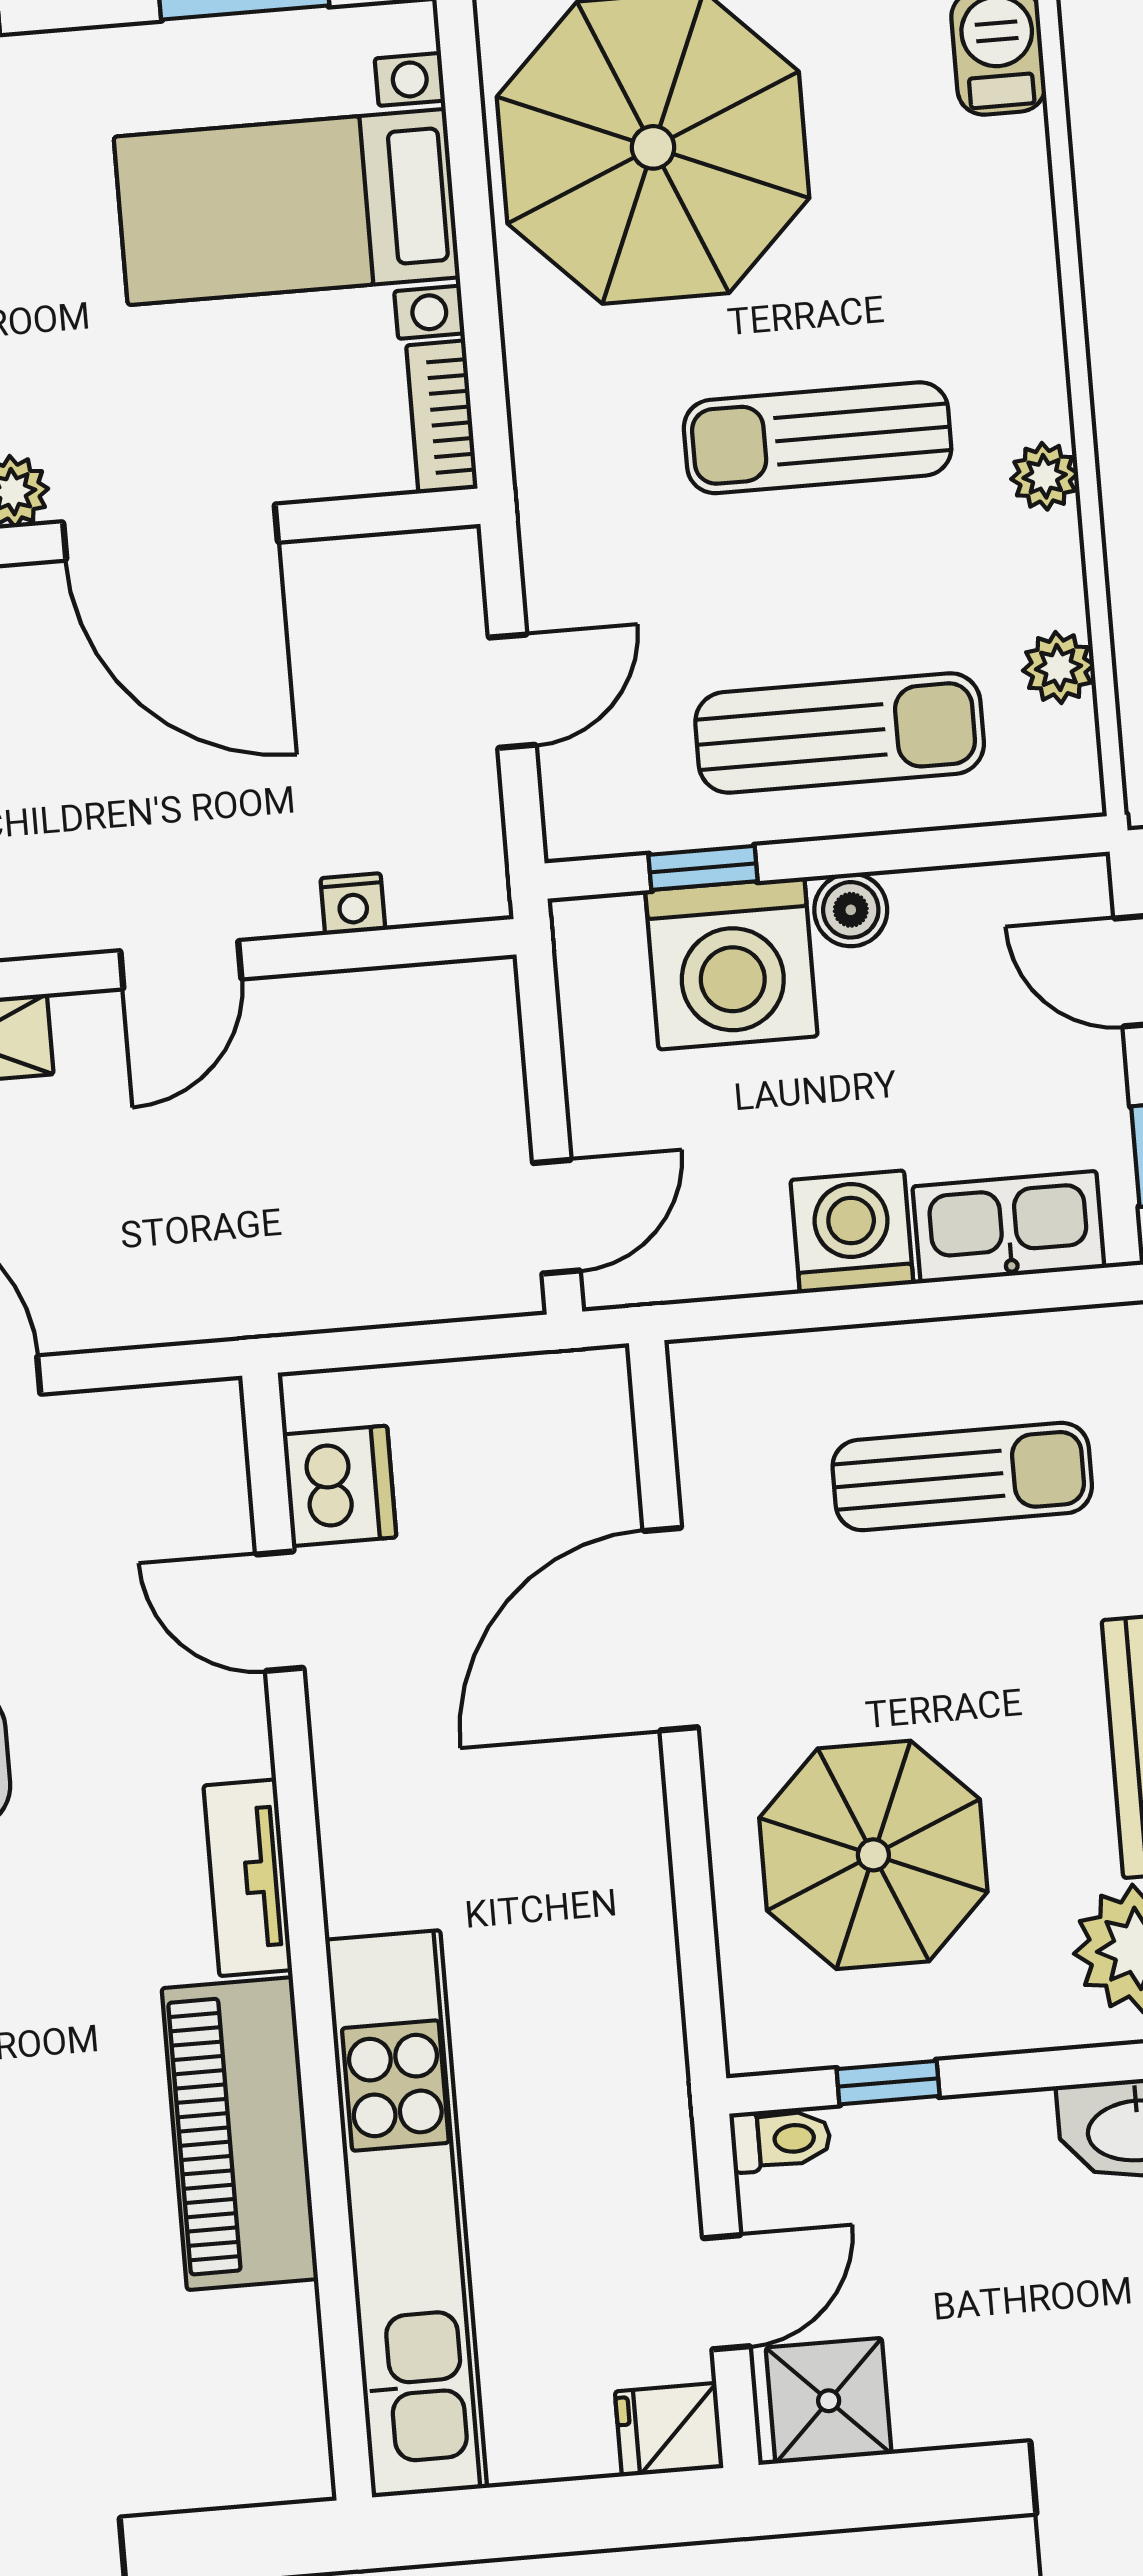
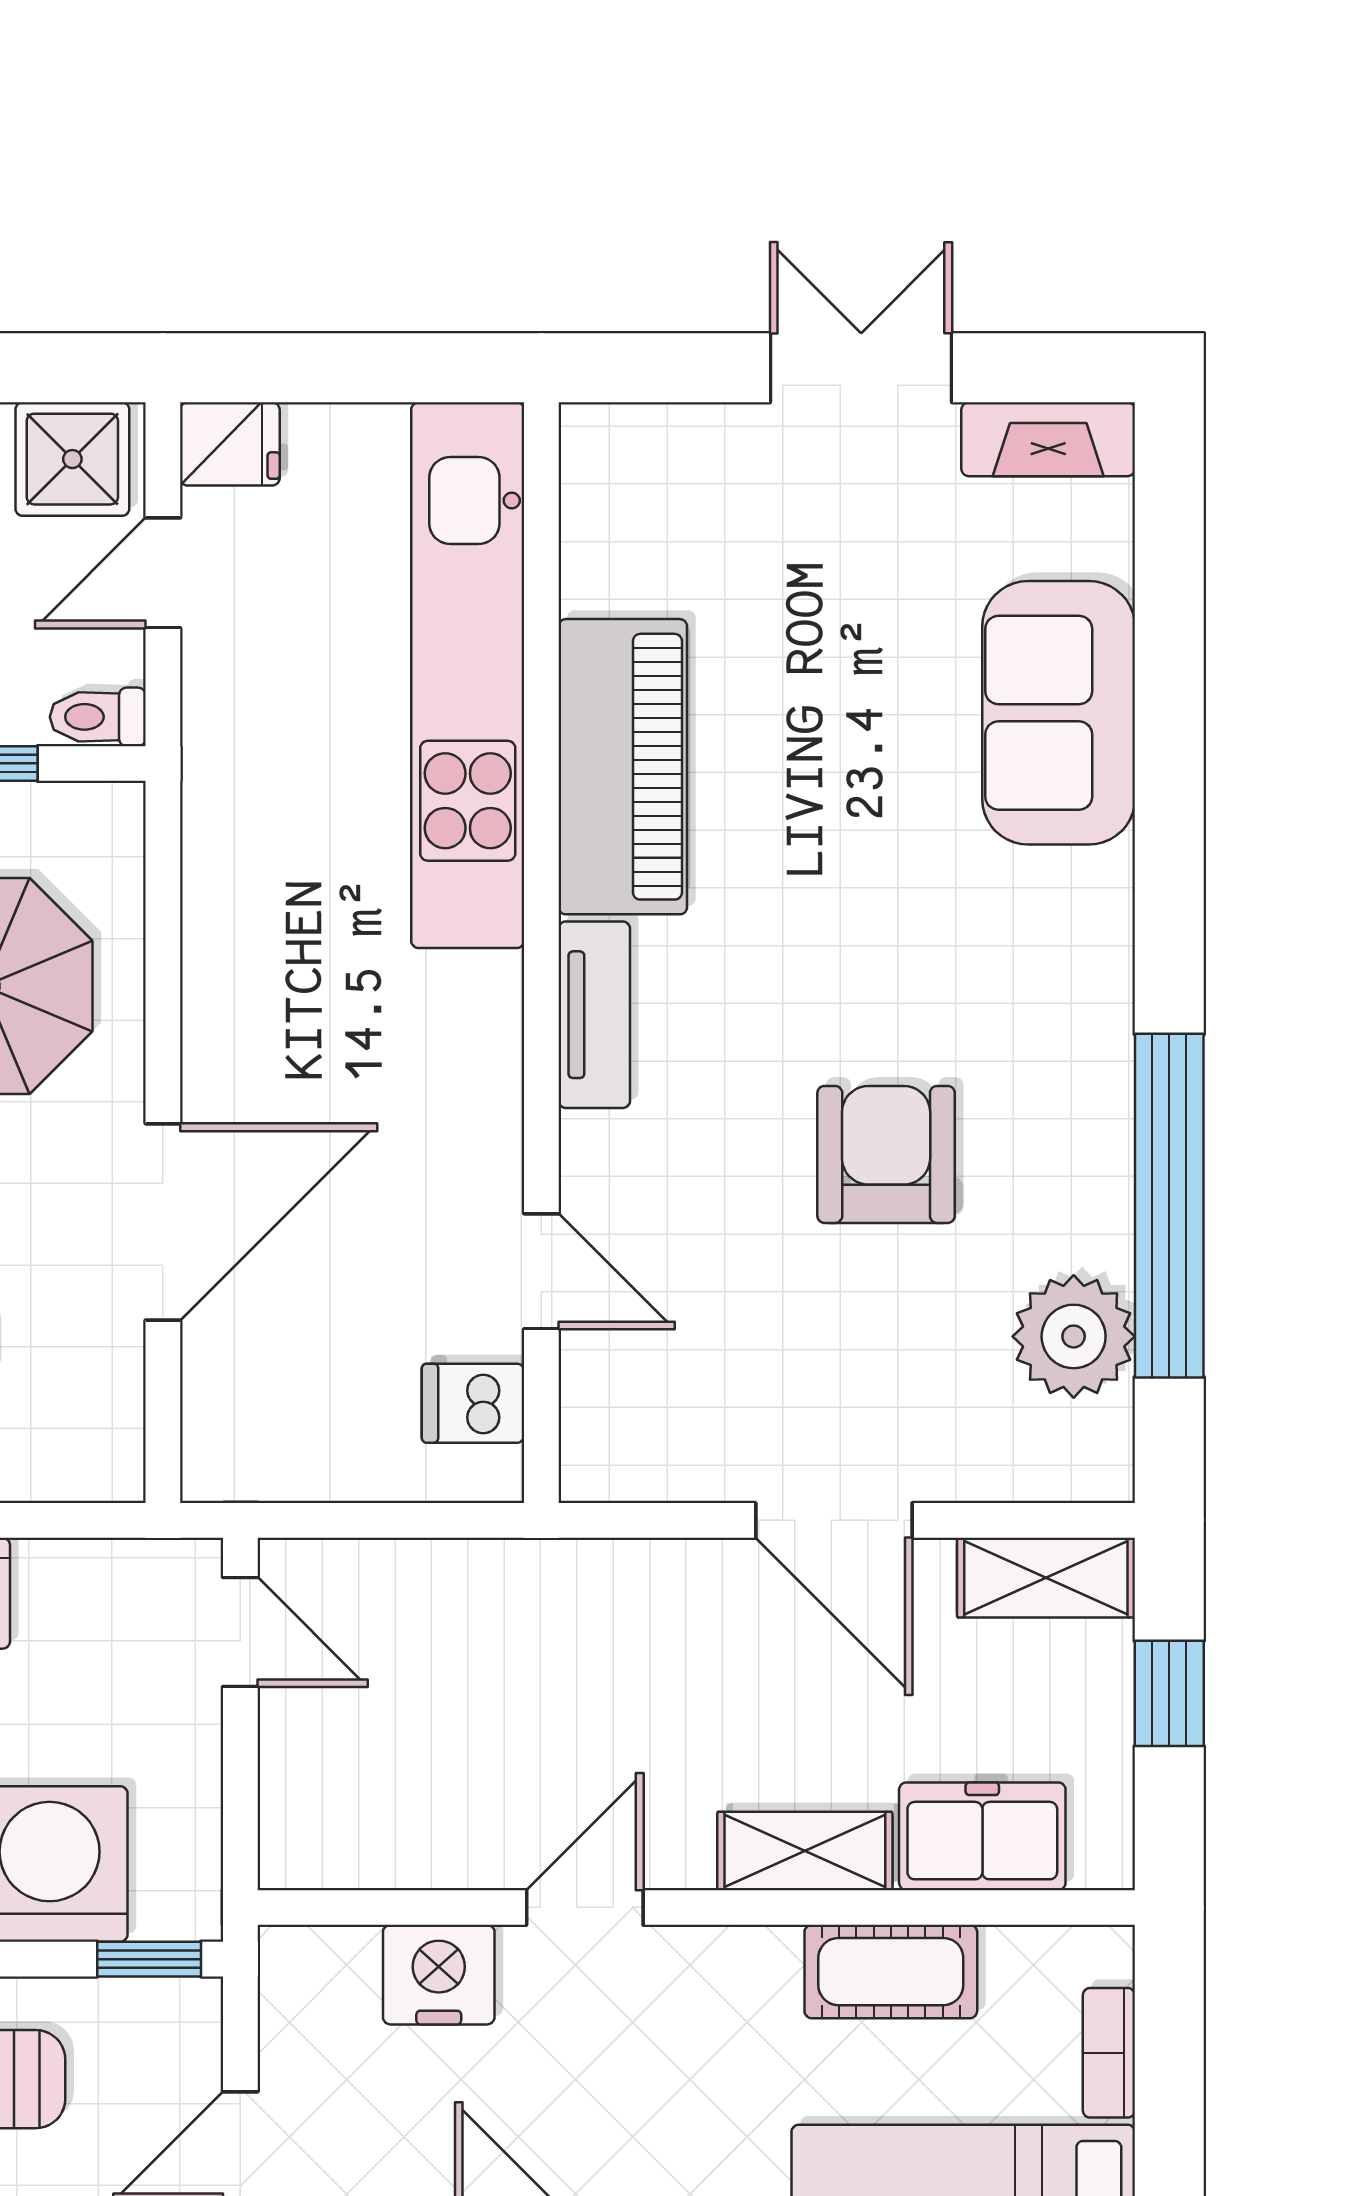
window: (703, 868) -> (149, 1959), moved
nightstand: (353, 904) -> (439, 1975), width x1.89, depth x1.79
door: (556, 1217) -> (240, 1632), swing flipped
dishwasher: (340, 1486) -> (473, 1403), width x0.73

